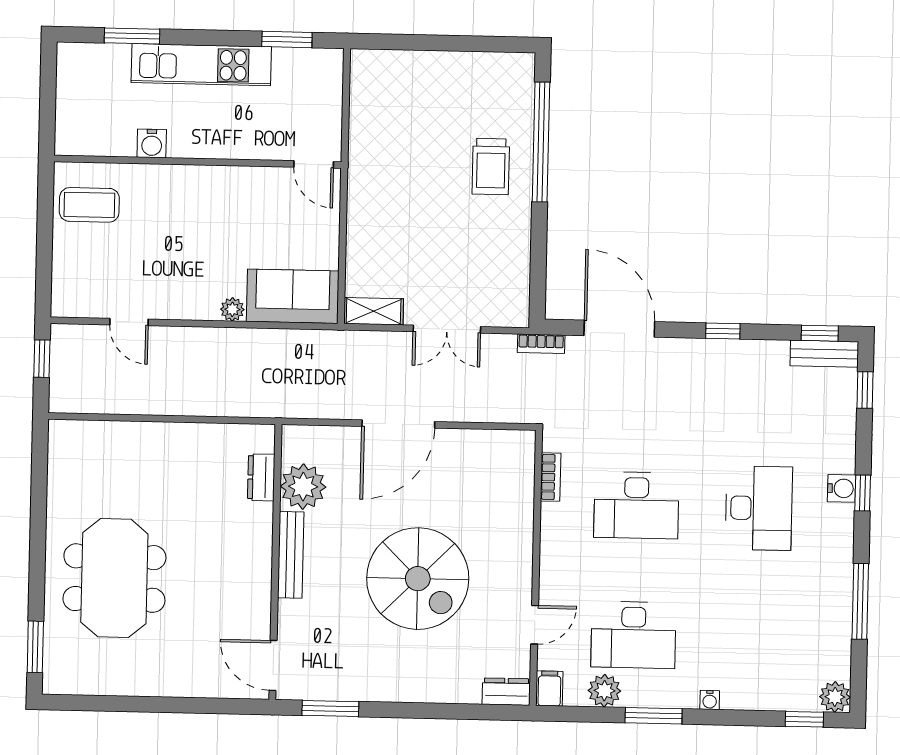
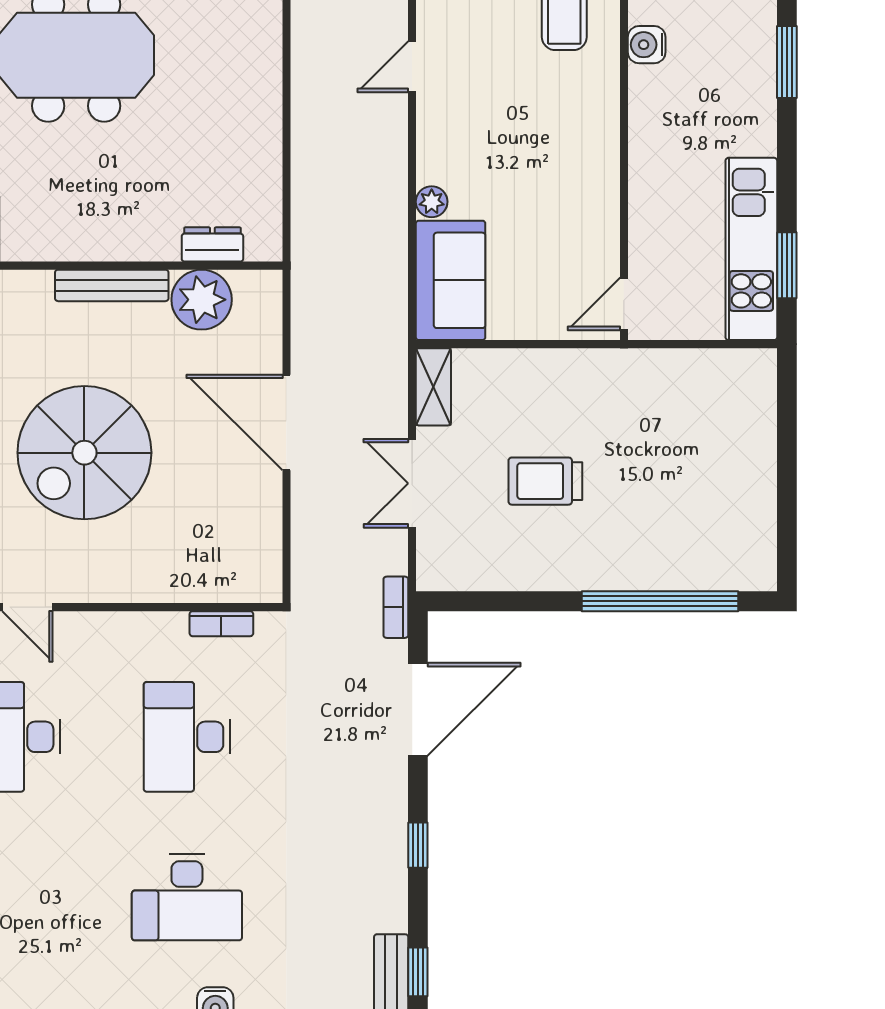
kitchen unit: (201, 65) -> (751, 249), moved
water cooler: (152, 143) -> (647, 45), moved
trolley: (491, 167) -> (545, 481), moved

